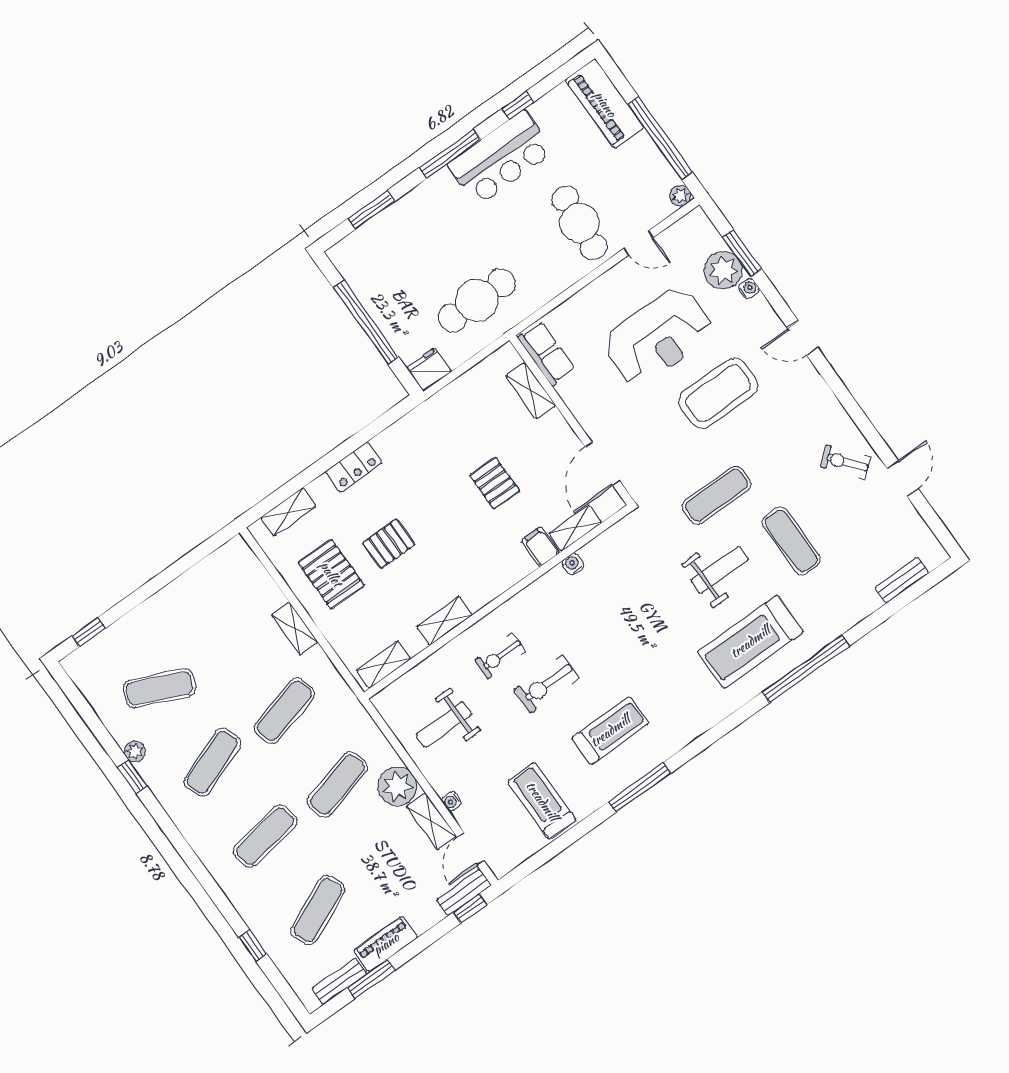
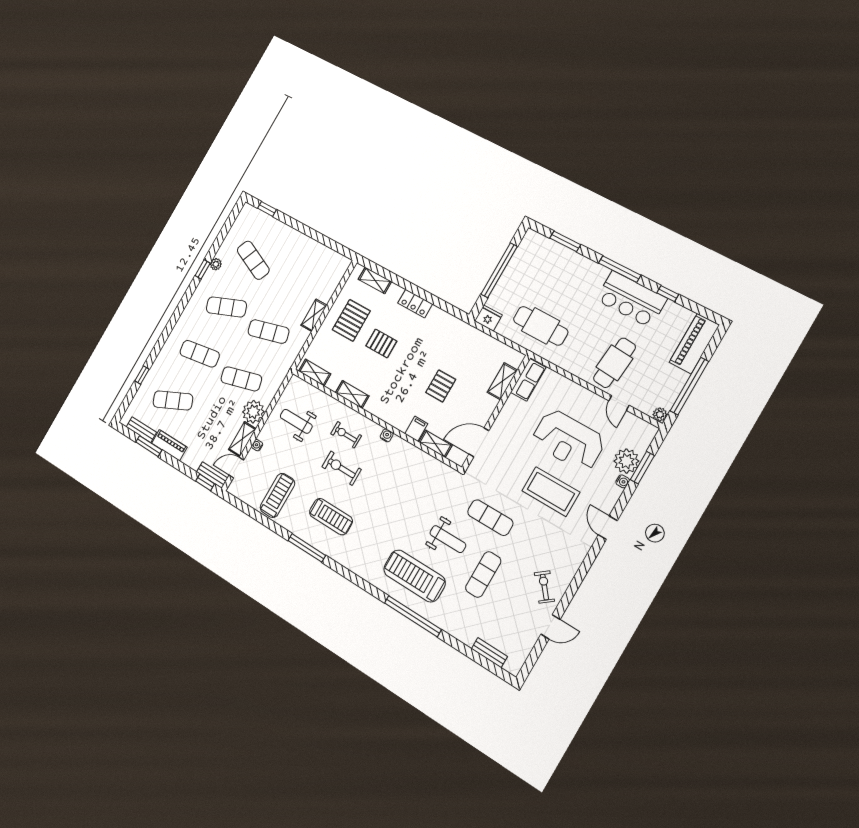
water cooler: (573, 564) -> (387, 435), moved

